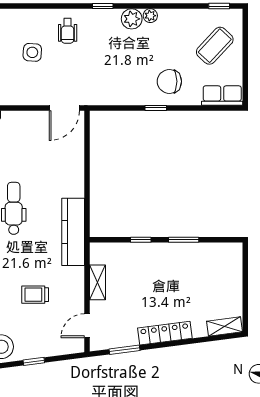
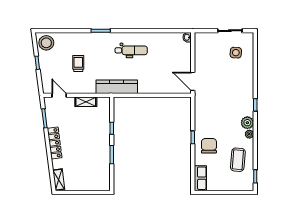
wheelchair: (68, 31) -> (240, 83), removed
coffee table: (215, 46) -> (238, 160), moved, turned 52
side table: (32, 52) -> (236, 53), moved

